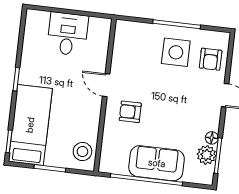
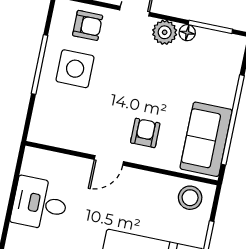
armchair: (130, 112) -> (145, 133), turned 180
plant: (206, 155) -> (165, 32), moved
sofa: (157, 163) -> (206, 139), moved

